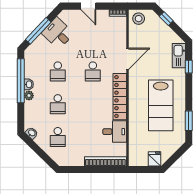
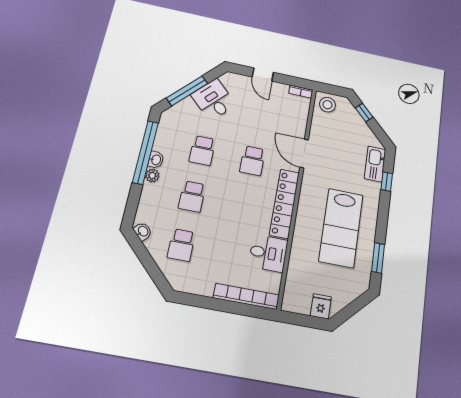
door: (127, 59) -> (304, 154), swing flipped

